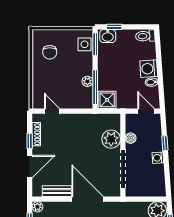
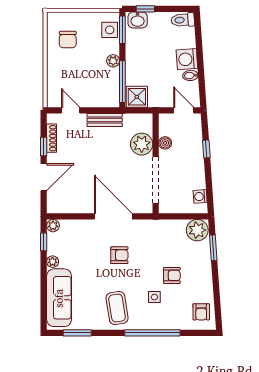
plant: (87, 81) -> (113, 61), moved
washing machine: (158, 158) -> (200, 196), moved
bench: (57, 191) -> (105, 120), moved

